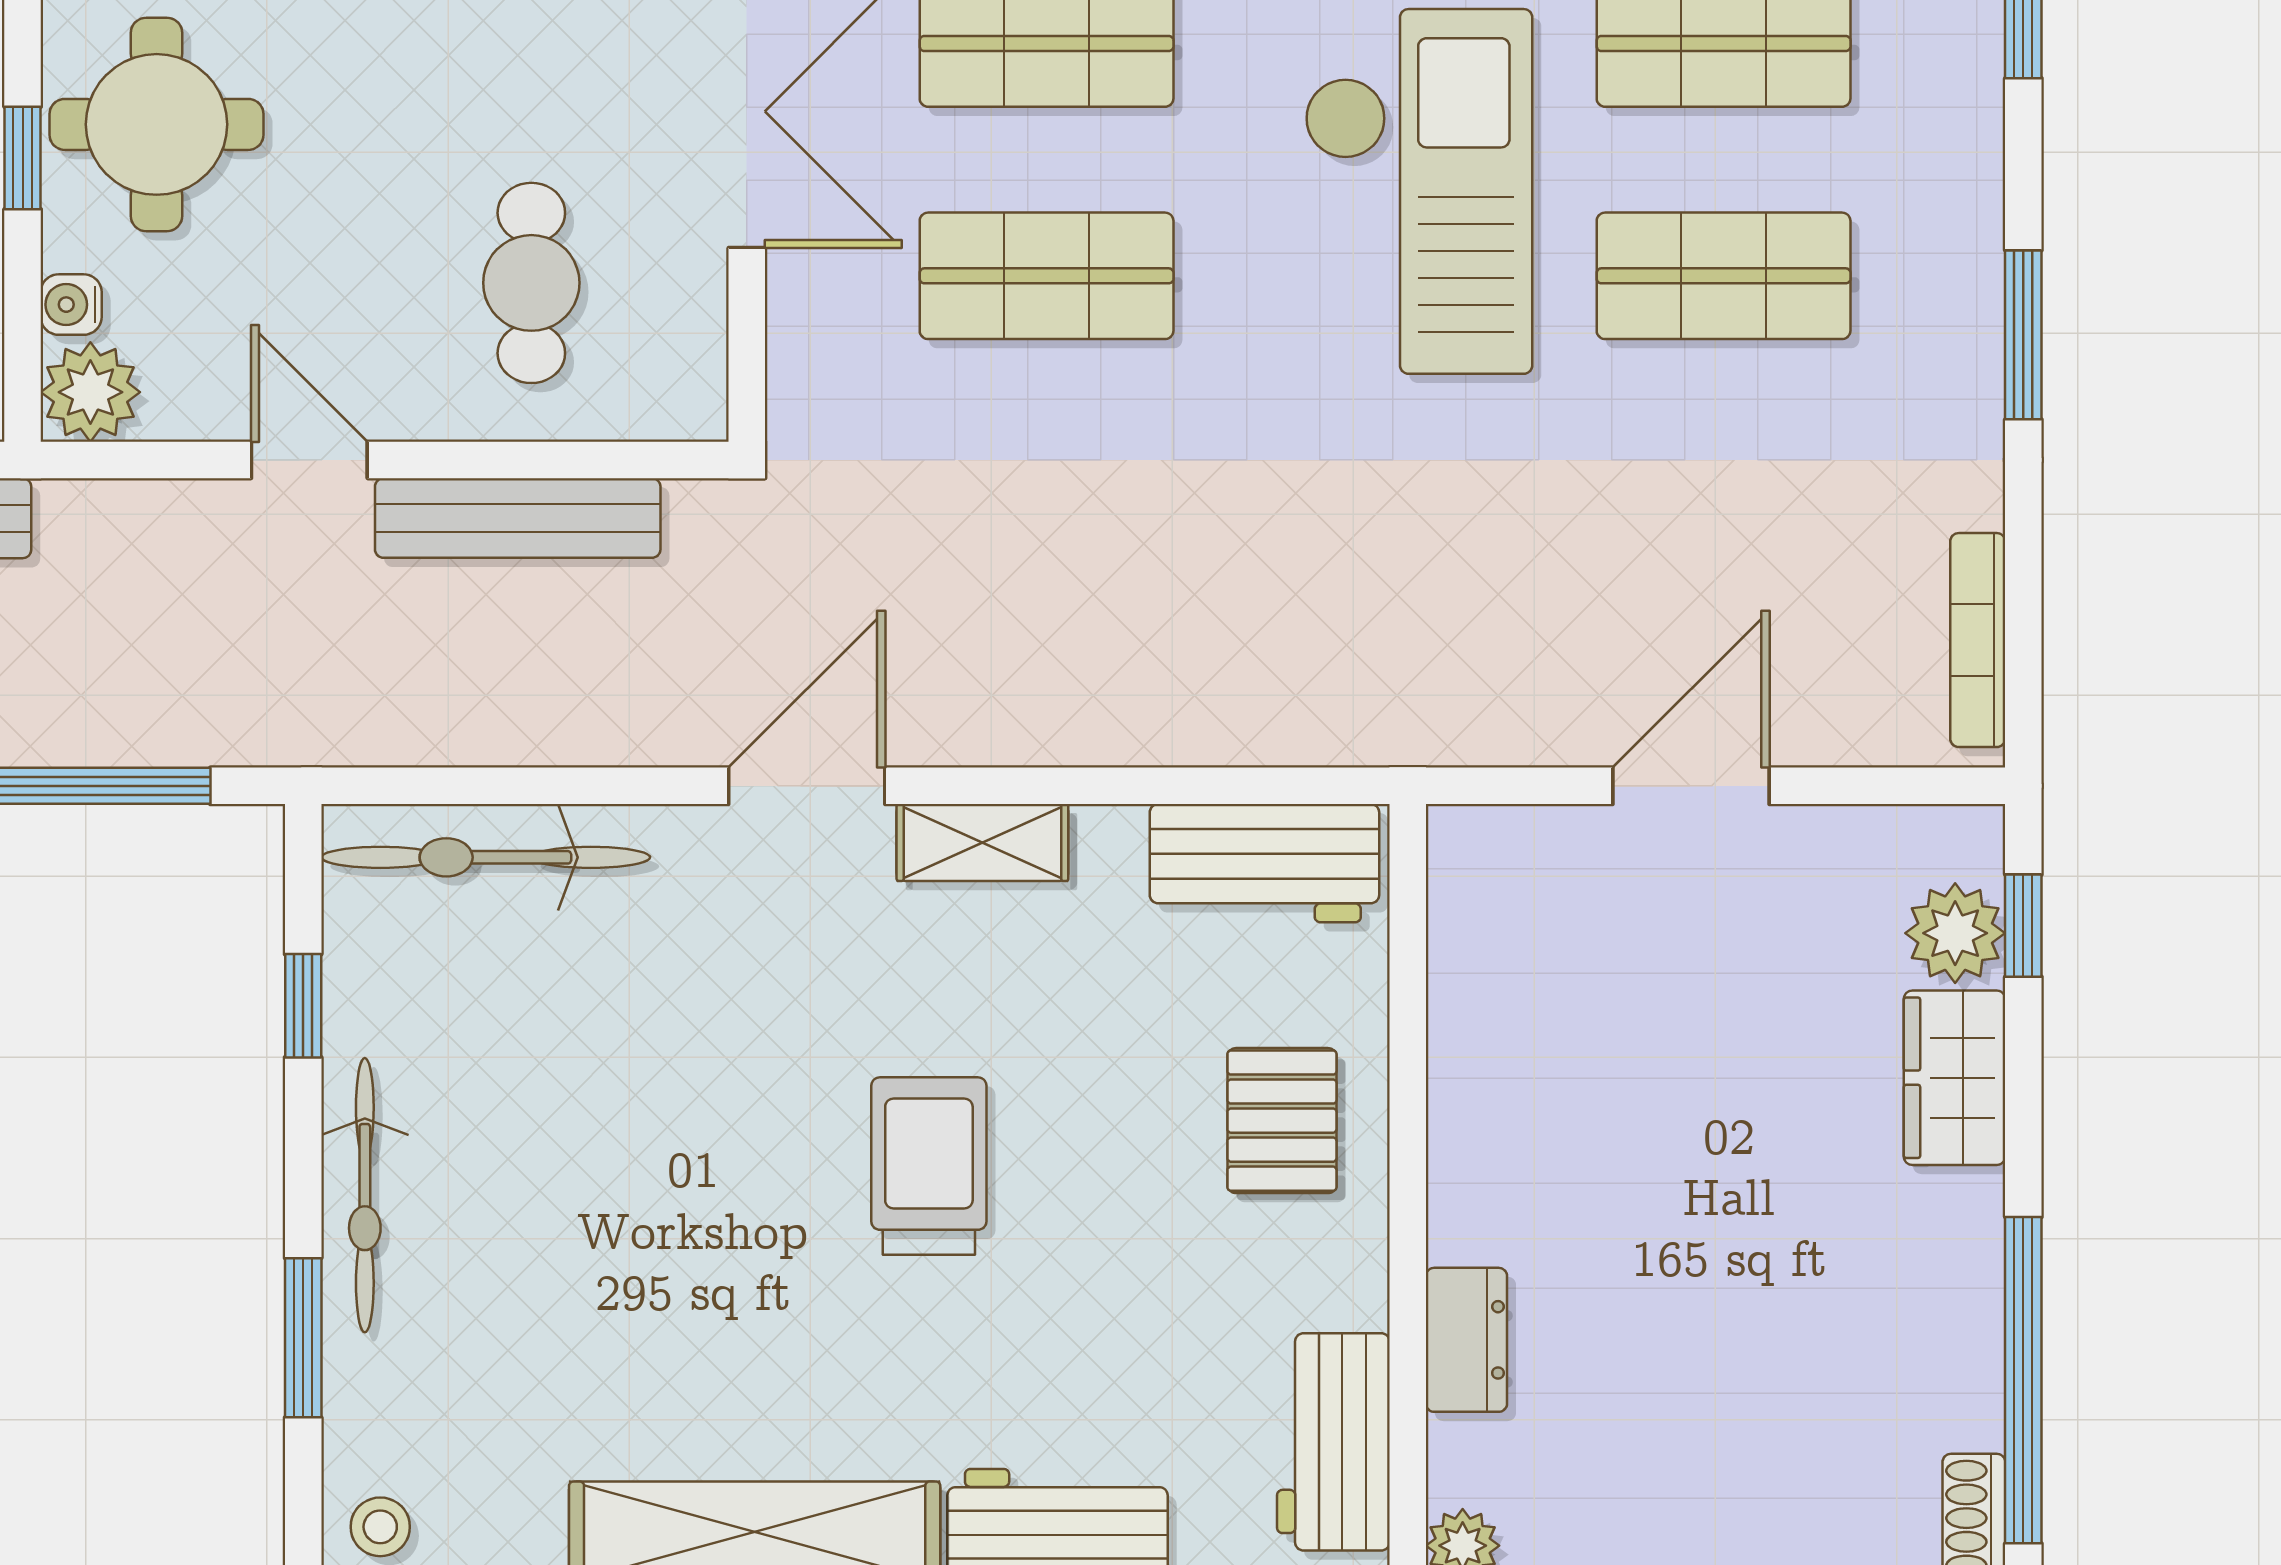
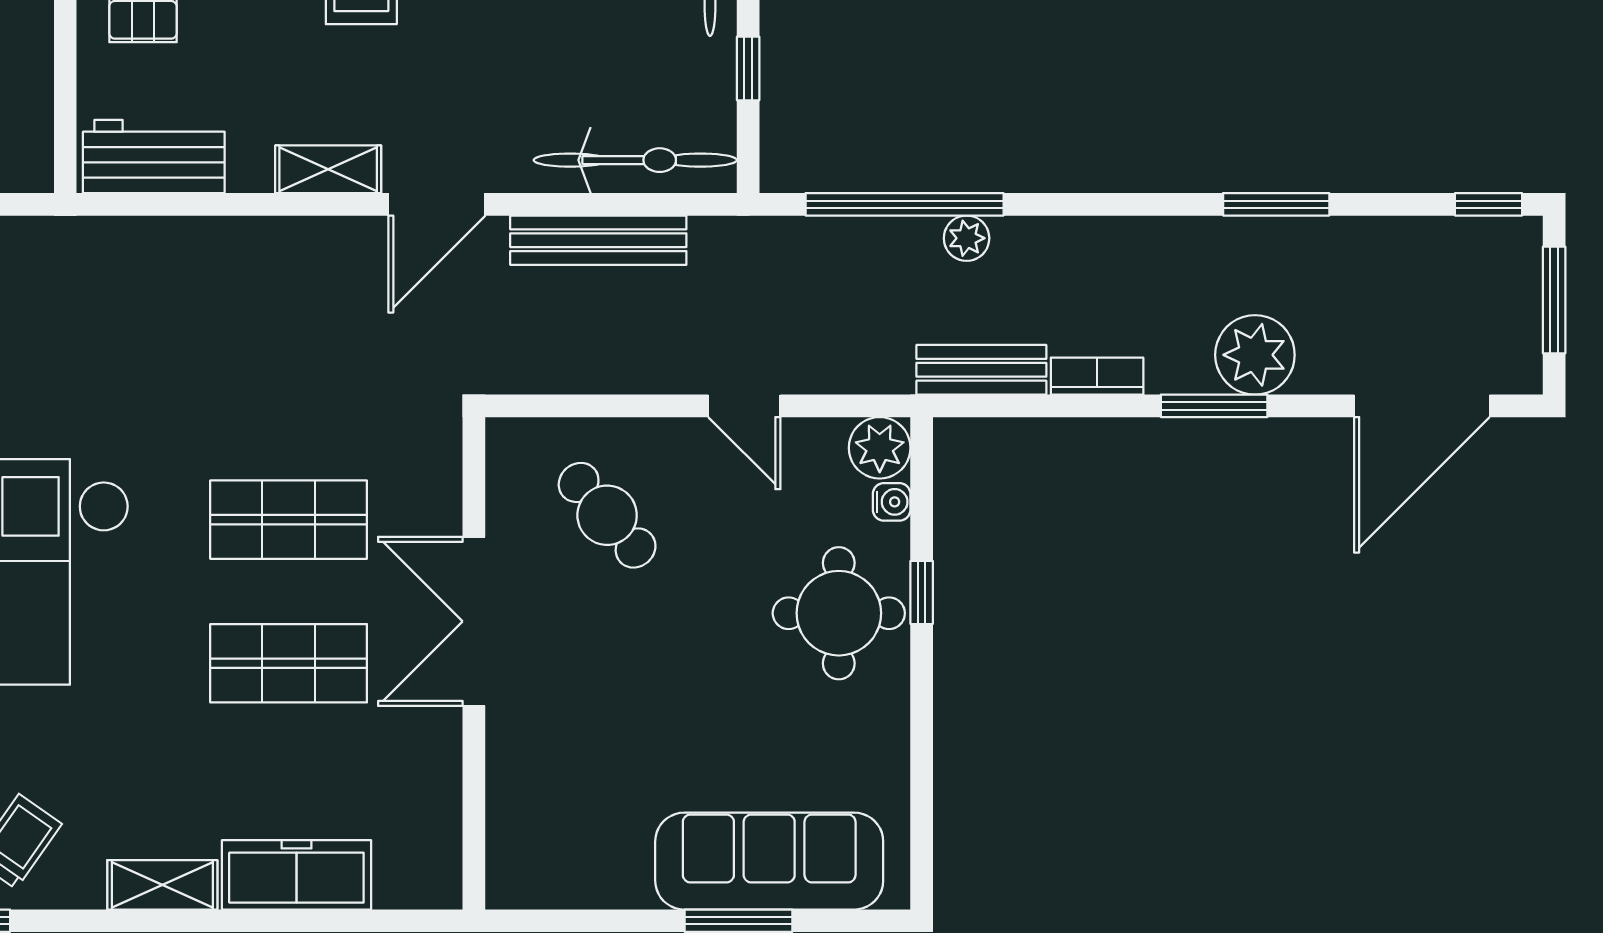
cafe table: (531, 283) -> (607, 515), turned -41
bench: (518, 518) -> (598, 240), moved

